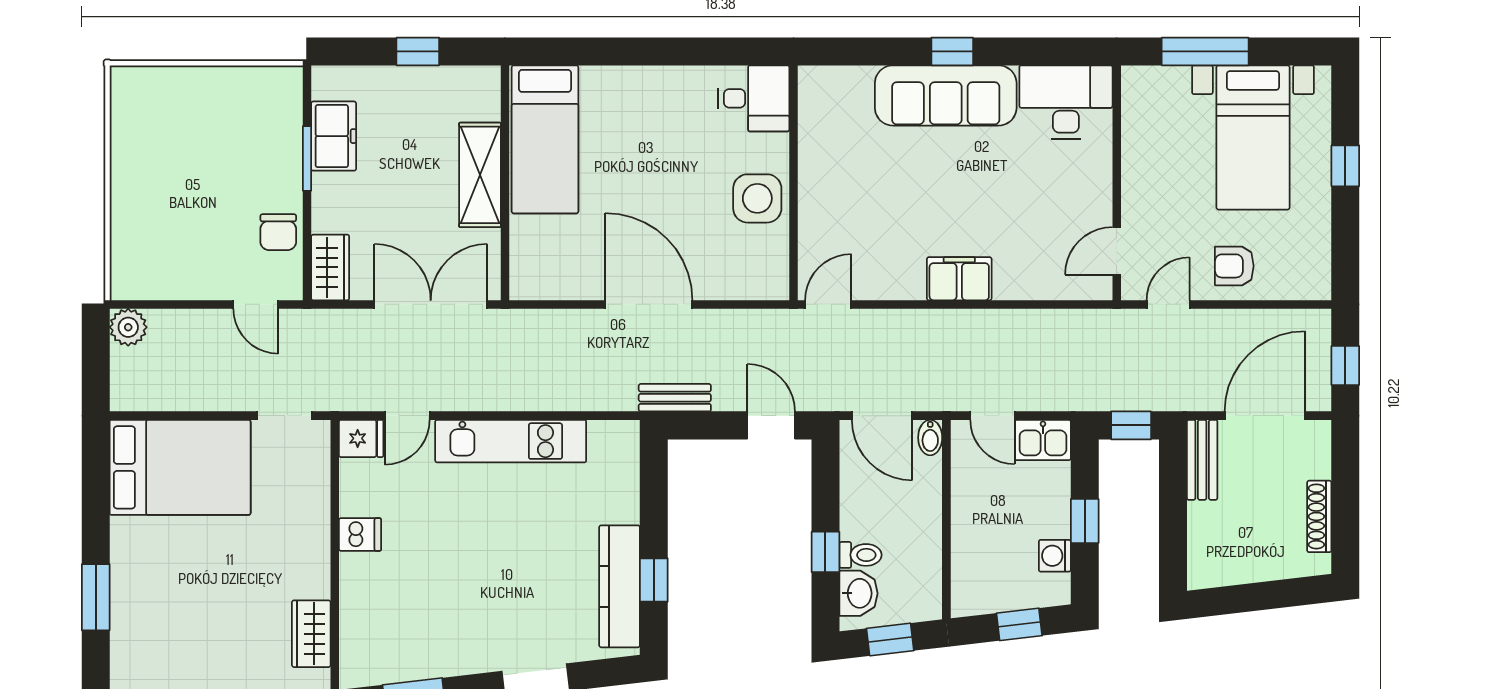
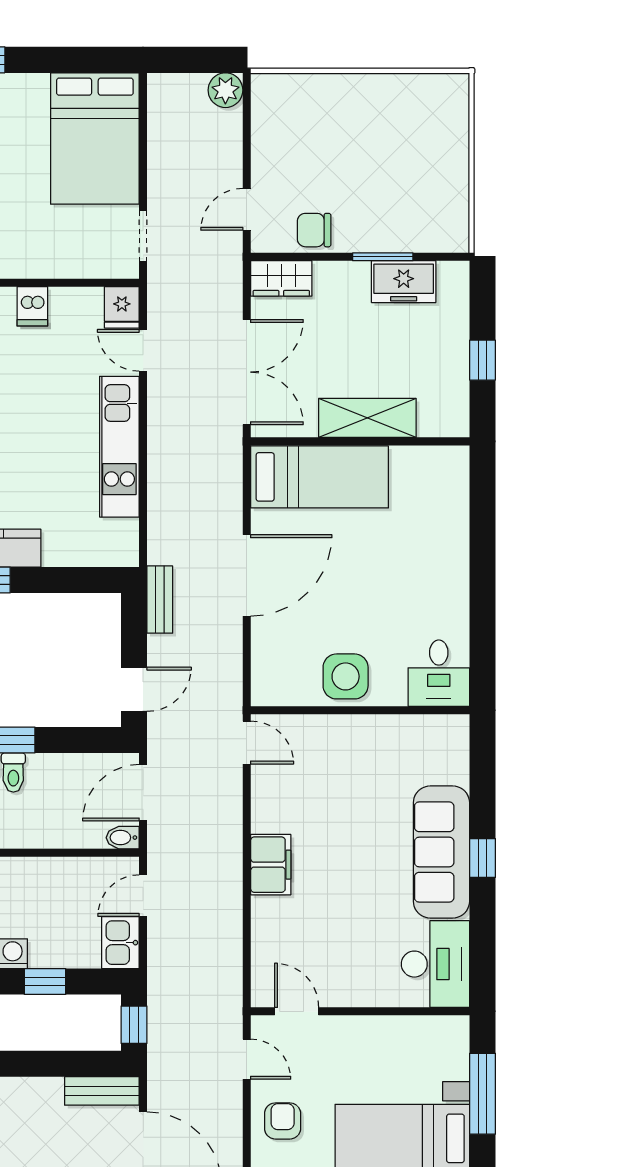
bed: (545, 139) -> (320, 477), moved, turned 180

